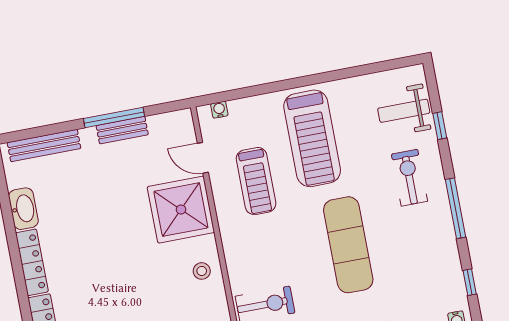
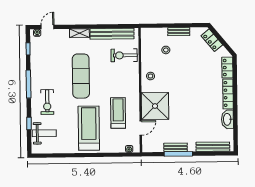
door: (203, 158) -> (141, 128), hinge flipped

